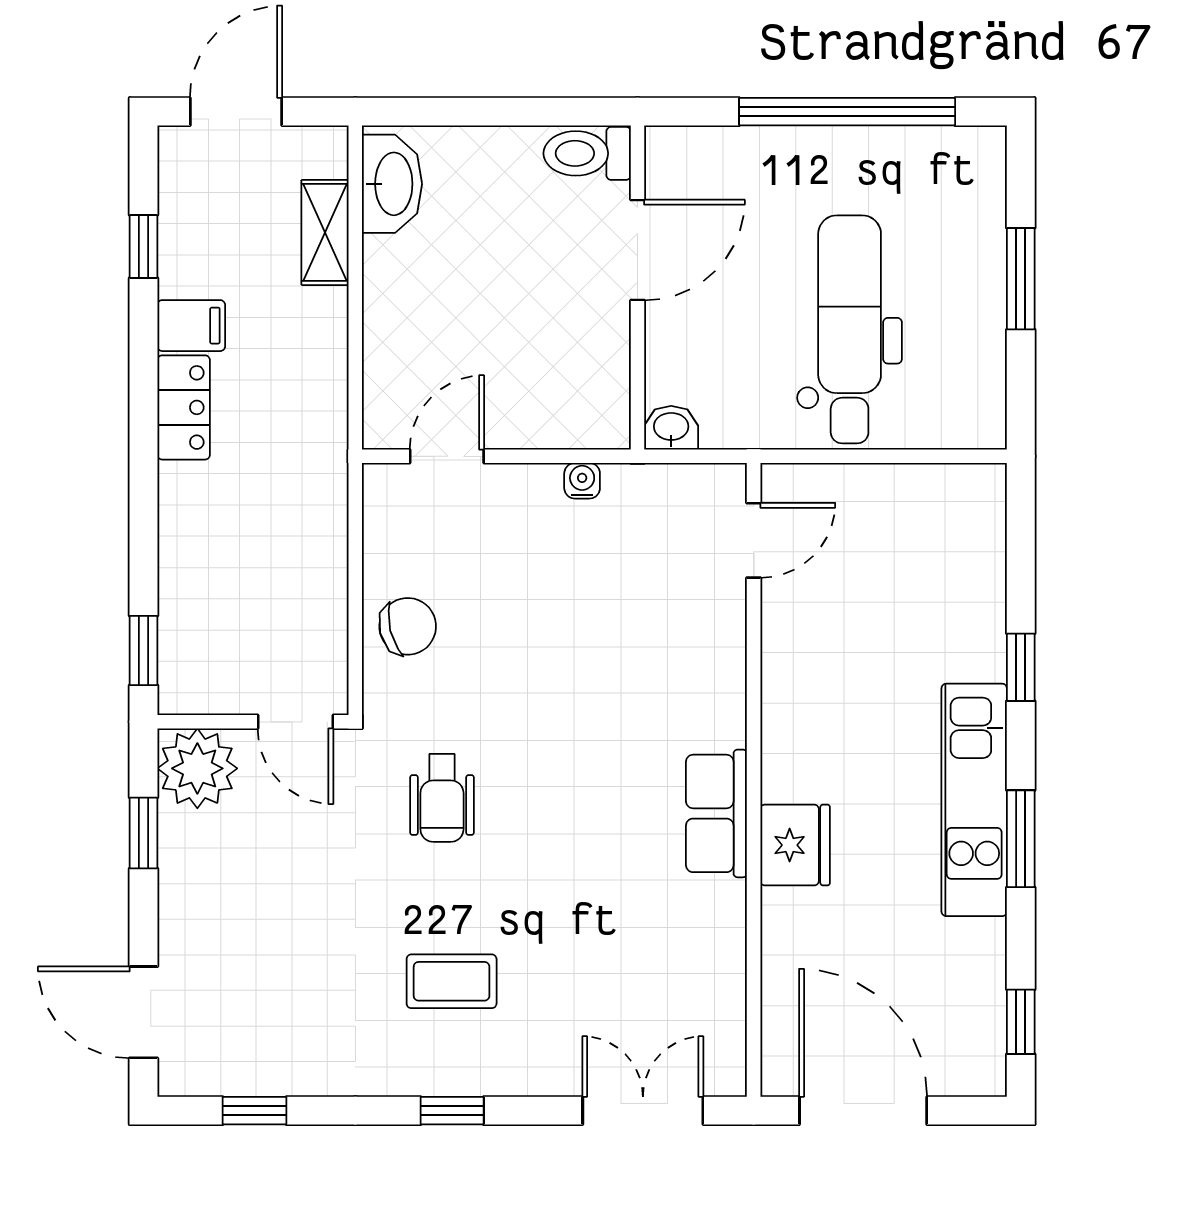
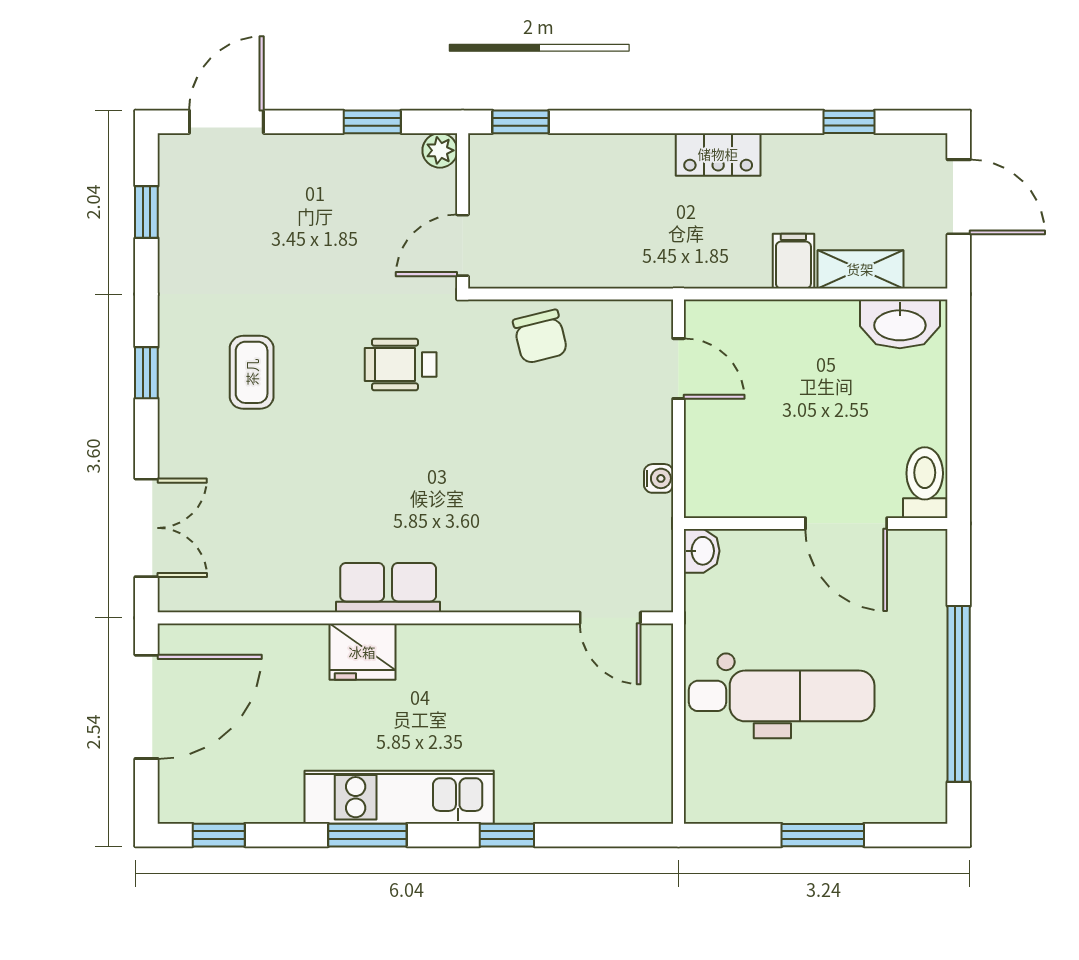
filing cabinet: (191, 326) -> (793, 261), moved, turned 180
plant: (197, 768) -> (440, 150), width x0.53, depth x0.53

